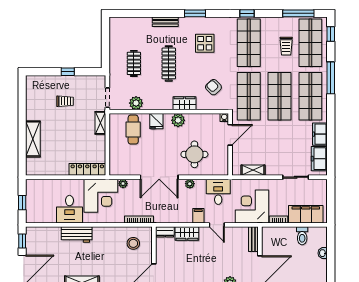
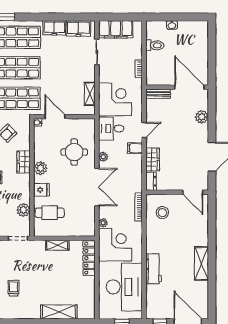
trolley: (65, 101) -> (14, 288), moved
shelving: (100, 123) -> (57, 245), moved
corner desk: (252, 207) -> (115, 99), moved, turned 180
desk: (69, 209) -> (124, 287), width x1.87, depth x1.30
filing cabinet: (306, 214) -> (116, 29), moved, turned -90

